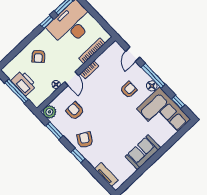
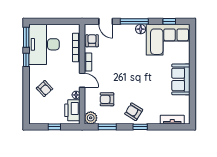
printer: (24, 83) -> (72, 110), moved, turned -90
armchair: (129, 90) -> (92, 41), moved
window: (17, 91) -> (54, 127), width x0.46

